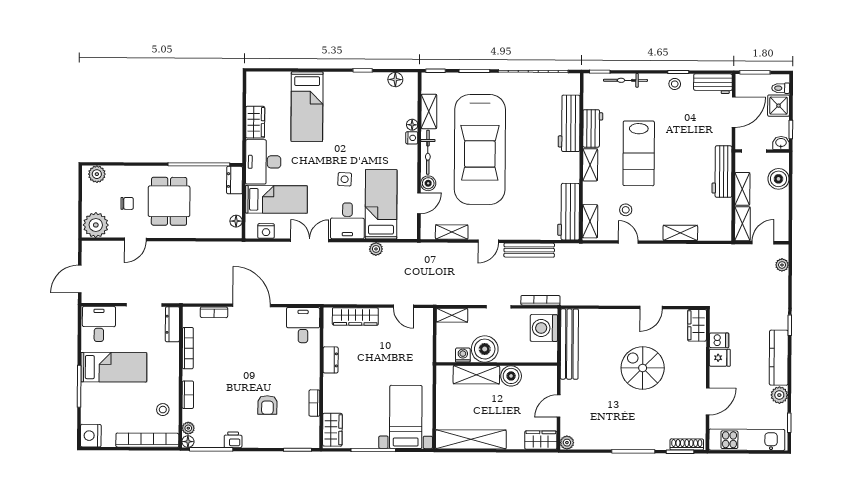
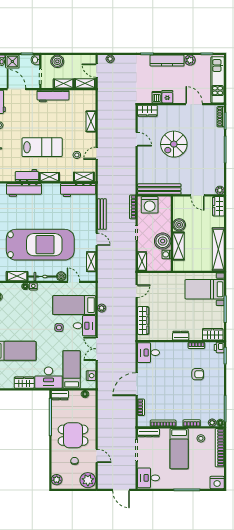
dresser: (331, 360) -> (181, 336), moved
bed: (114, 367) -> (179, 449), moved, turned 180
printer: (233, 440) -> (219, 347), moved

